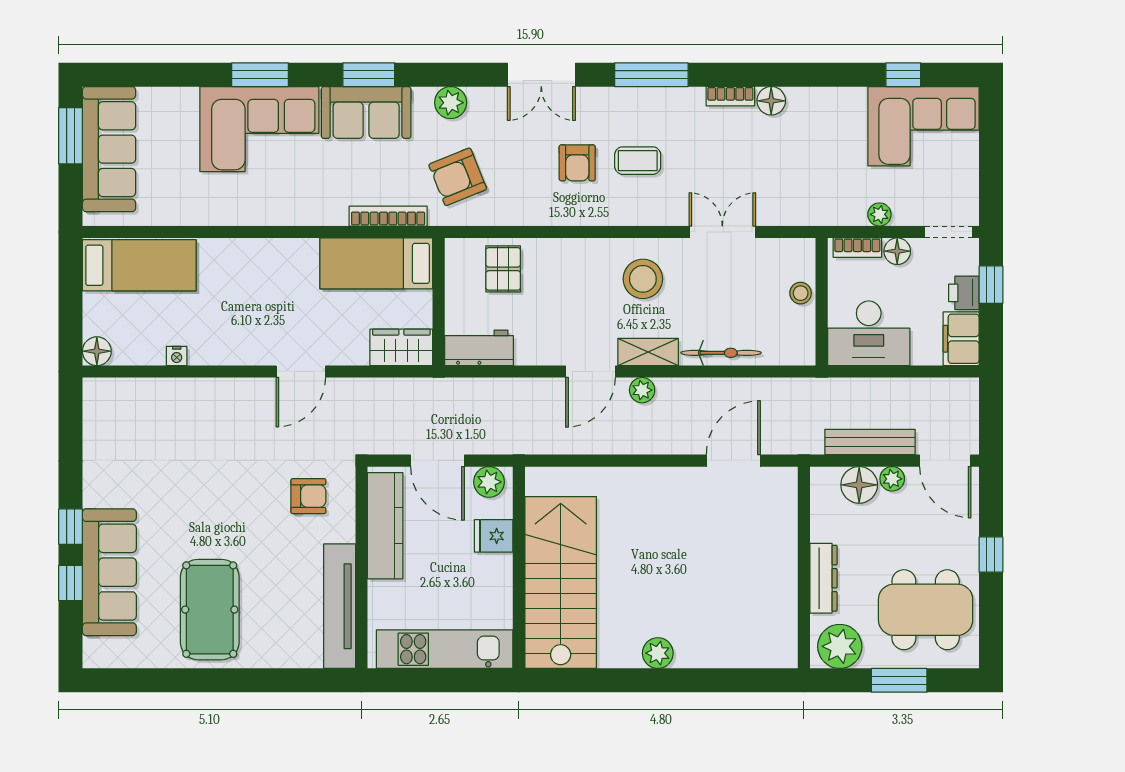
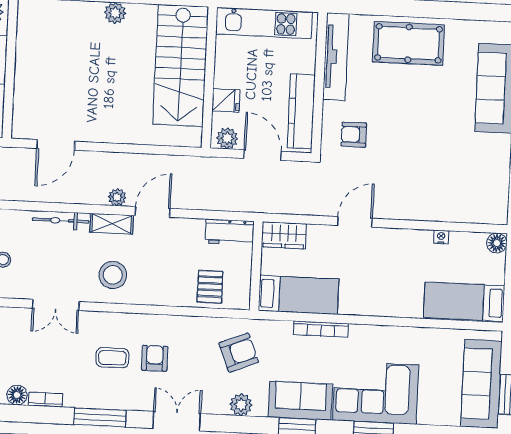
bookcase: (388, 216) -> (321, 329), moved
pool table: (210, 610) -> (408, 43), moved, turned 90

